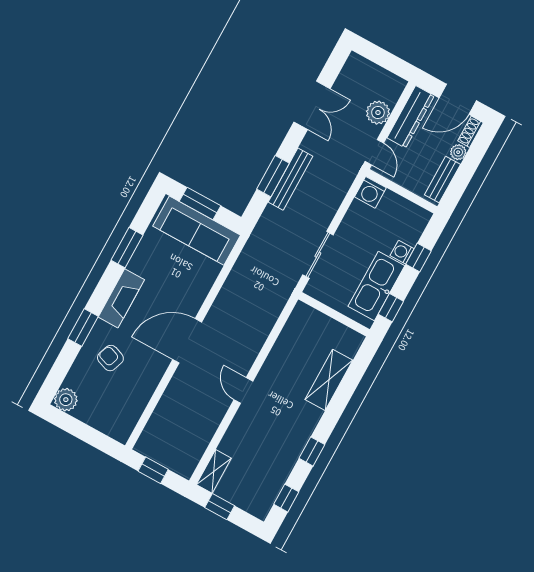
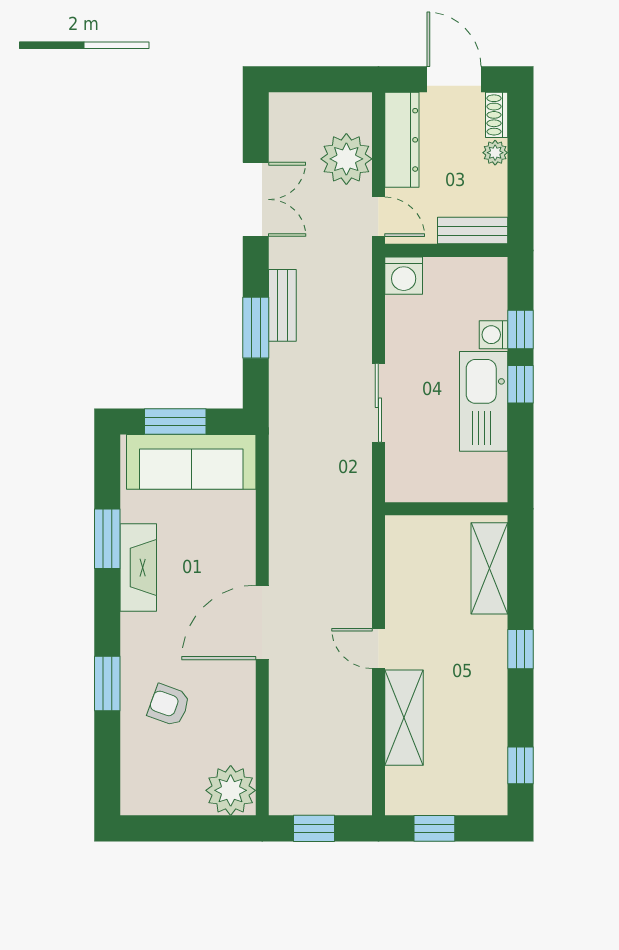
door: (458, 99) -> (454, 79), swing flipped
plant: (378, 113) -> (346, 159), width x1.36, depth x1.36
bench: (291, 179) -> (282, 305), width x0.73
bench: (442, 180) -> (473, 231), moved, turned 90
fireplace: (121, 298) -> (138, 568), moved
window: (391, 308) -> (521, 384), moved
wall: (334, 314) -> (446, 509), moved
plant: (66, 400) -> (231, 790), moved, width x1.36, depth x1.36
window: (312, 451) -> (521, 649), moved
shelving: (214, 471) -> (404, 718), moved, width x1.50, depth x1.33

